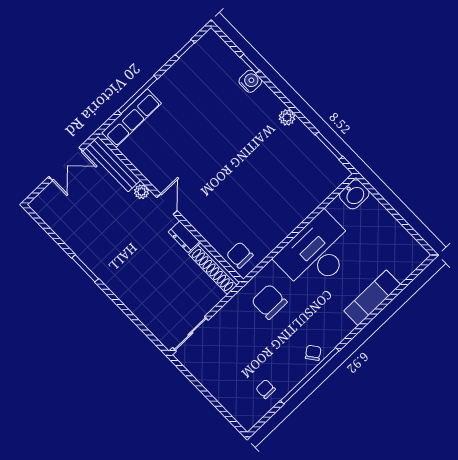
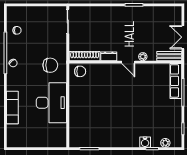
plant: (287, 117) -> (165, 143), moved
bench: (113, 164) -> (169, 56), width x0.73
washbasin: (354, 194) -> (60, 140), removed

